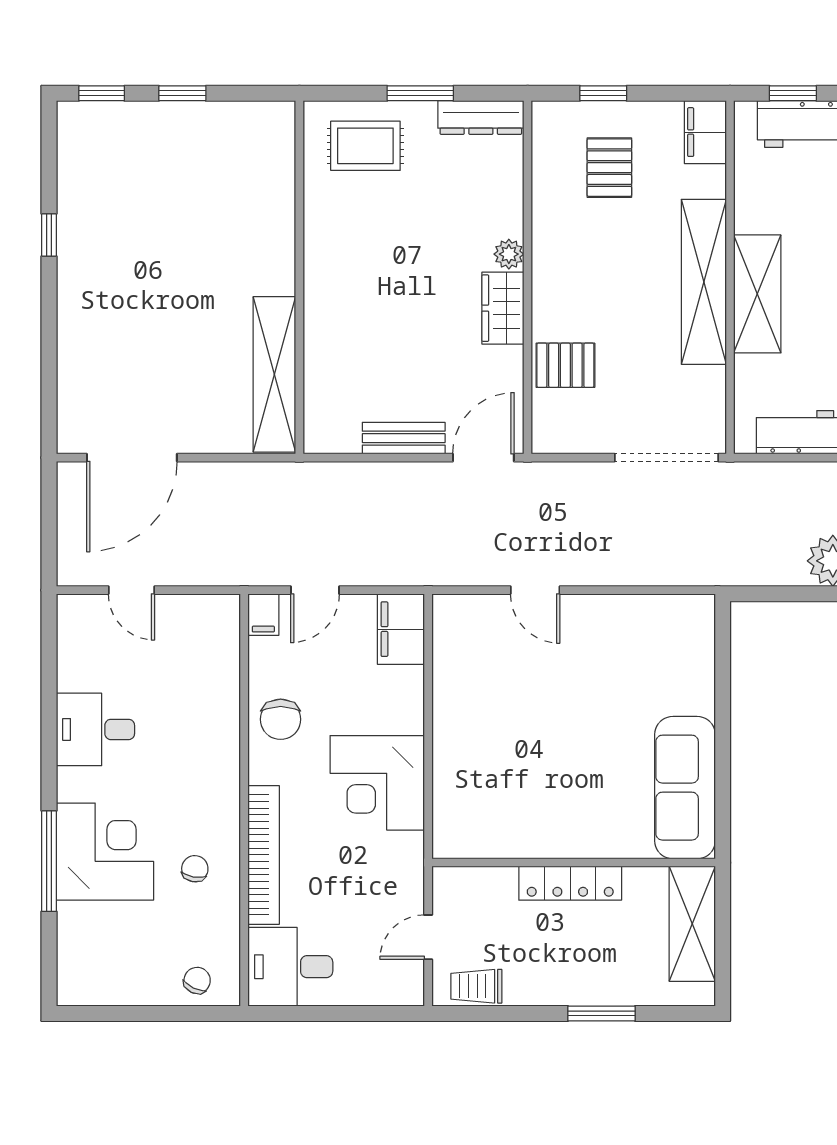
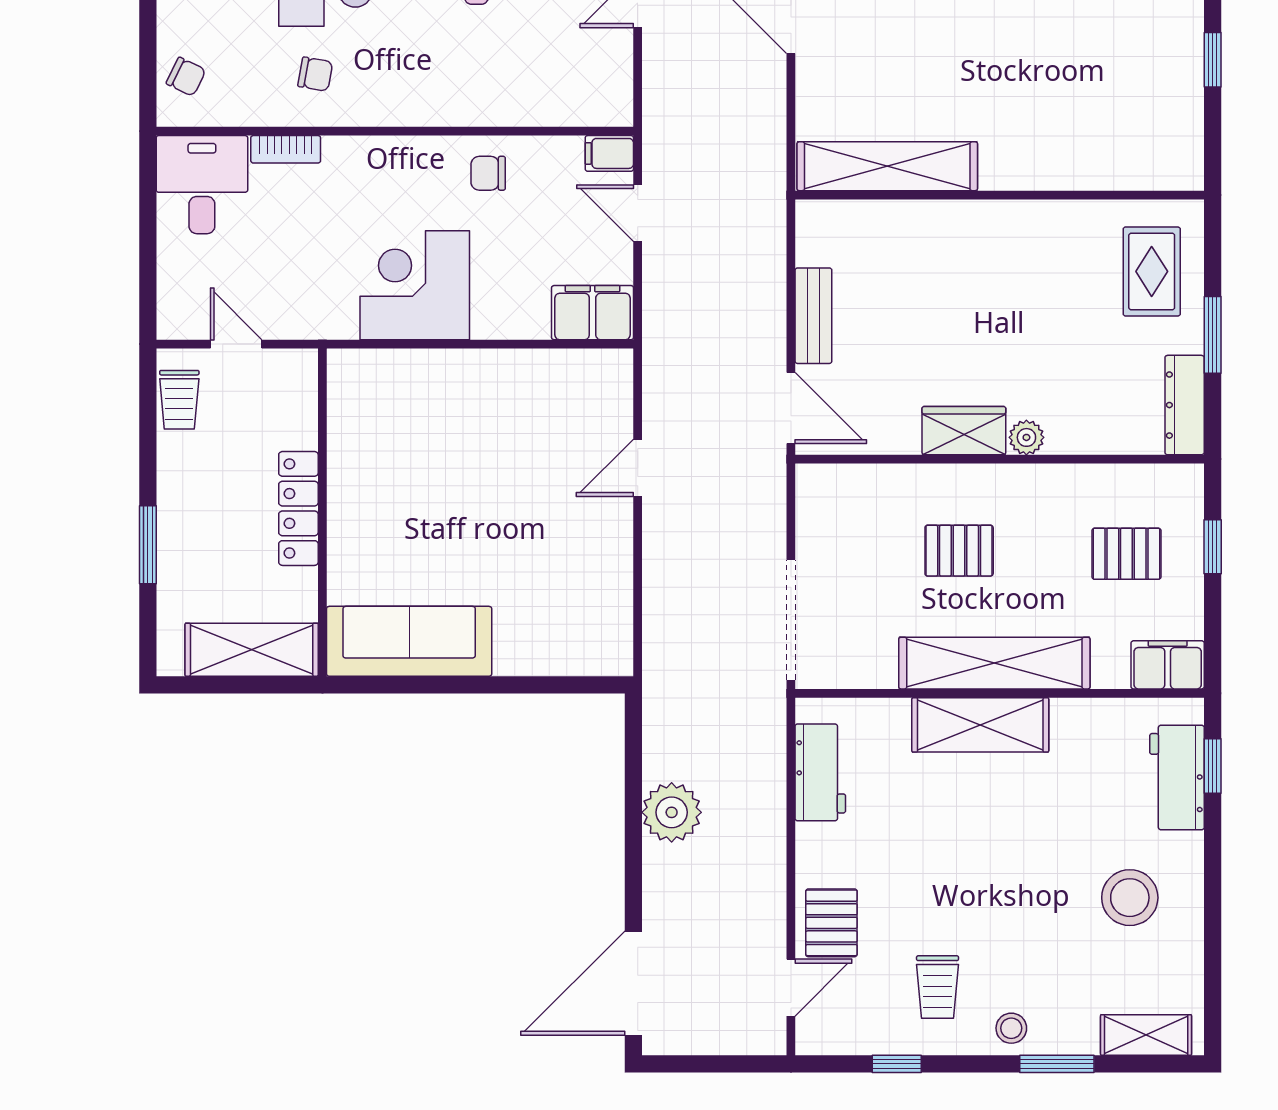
pallet: (565, 365) -> (959, 551), moved, turned 90
chair: (281, 719) -> (488, 173), width x0.73, depth x0.73
bookcase: (264, 855) -> (286, 149), width x0.43, depth x0.76
trolley: (476, 986) -> (179, 400), turned 180

